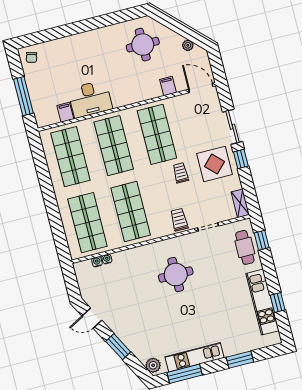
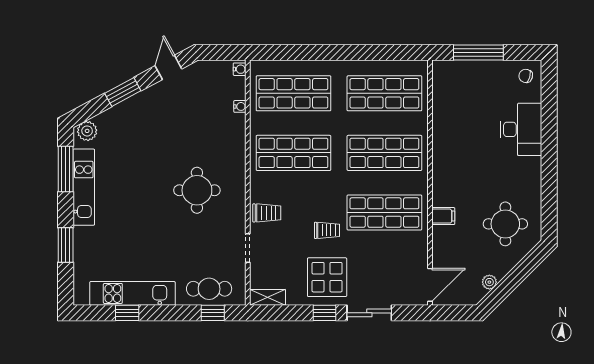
filing cabinet: (168, 86) -> (443, 216), moved
desk: (90, 99) -> (521, 129), moved, turned 180
filing cabinet: (65, 112) -> (444, 101), removed
water cooler: (97, 262) -> (240, 69), moved

